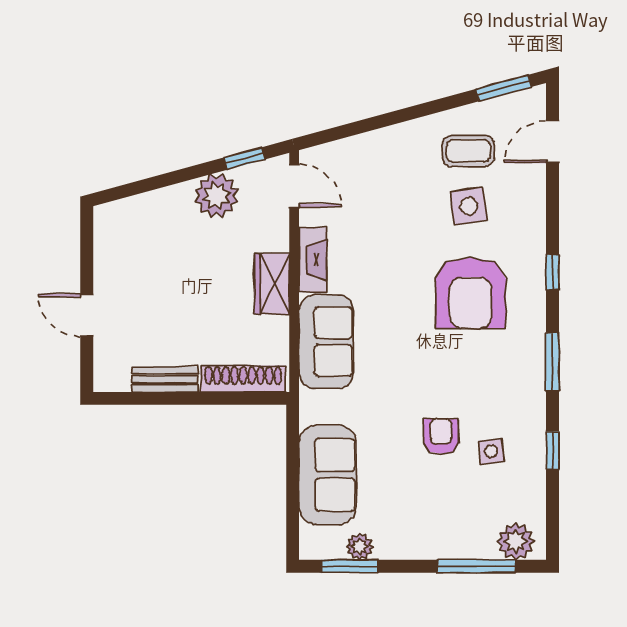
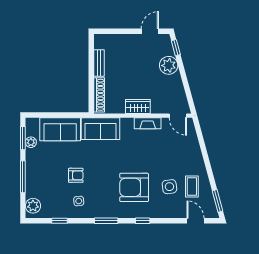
window: (245, 158) -> (176, 48), moved
door: (294, 186) -> (178, 116), hinge flipped
plant: (216, 196) -> (169, 65), moved
door: (87, 315) -> (150, 31), moved
sofa: (326, 342) -> (100, 129), moved
window: (552, 450) -> (59, 221), moved
side table: (491, 451) -> (79, 201), moved
window: (477, 566) -> (23, 177), moved

